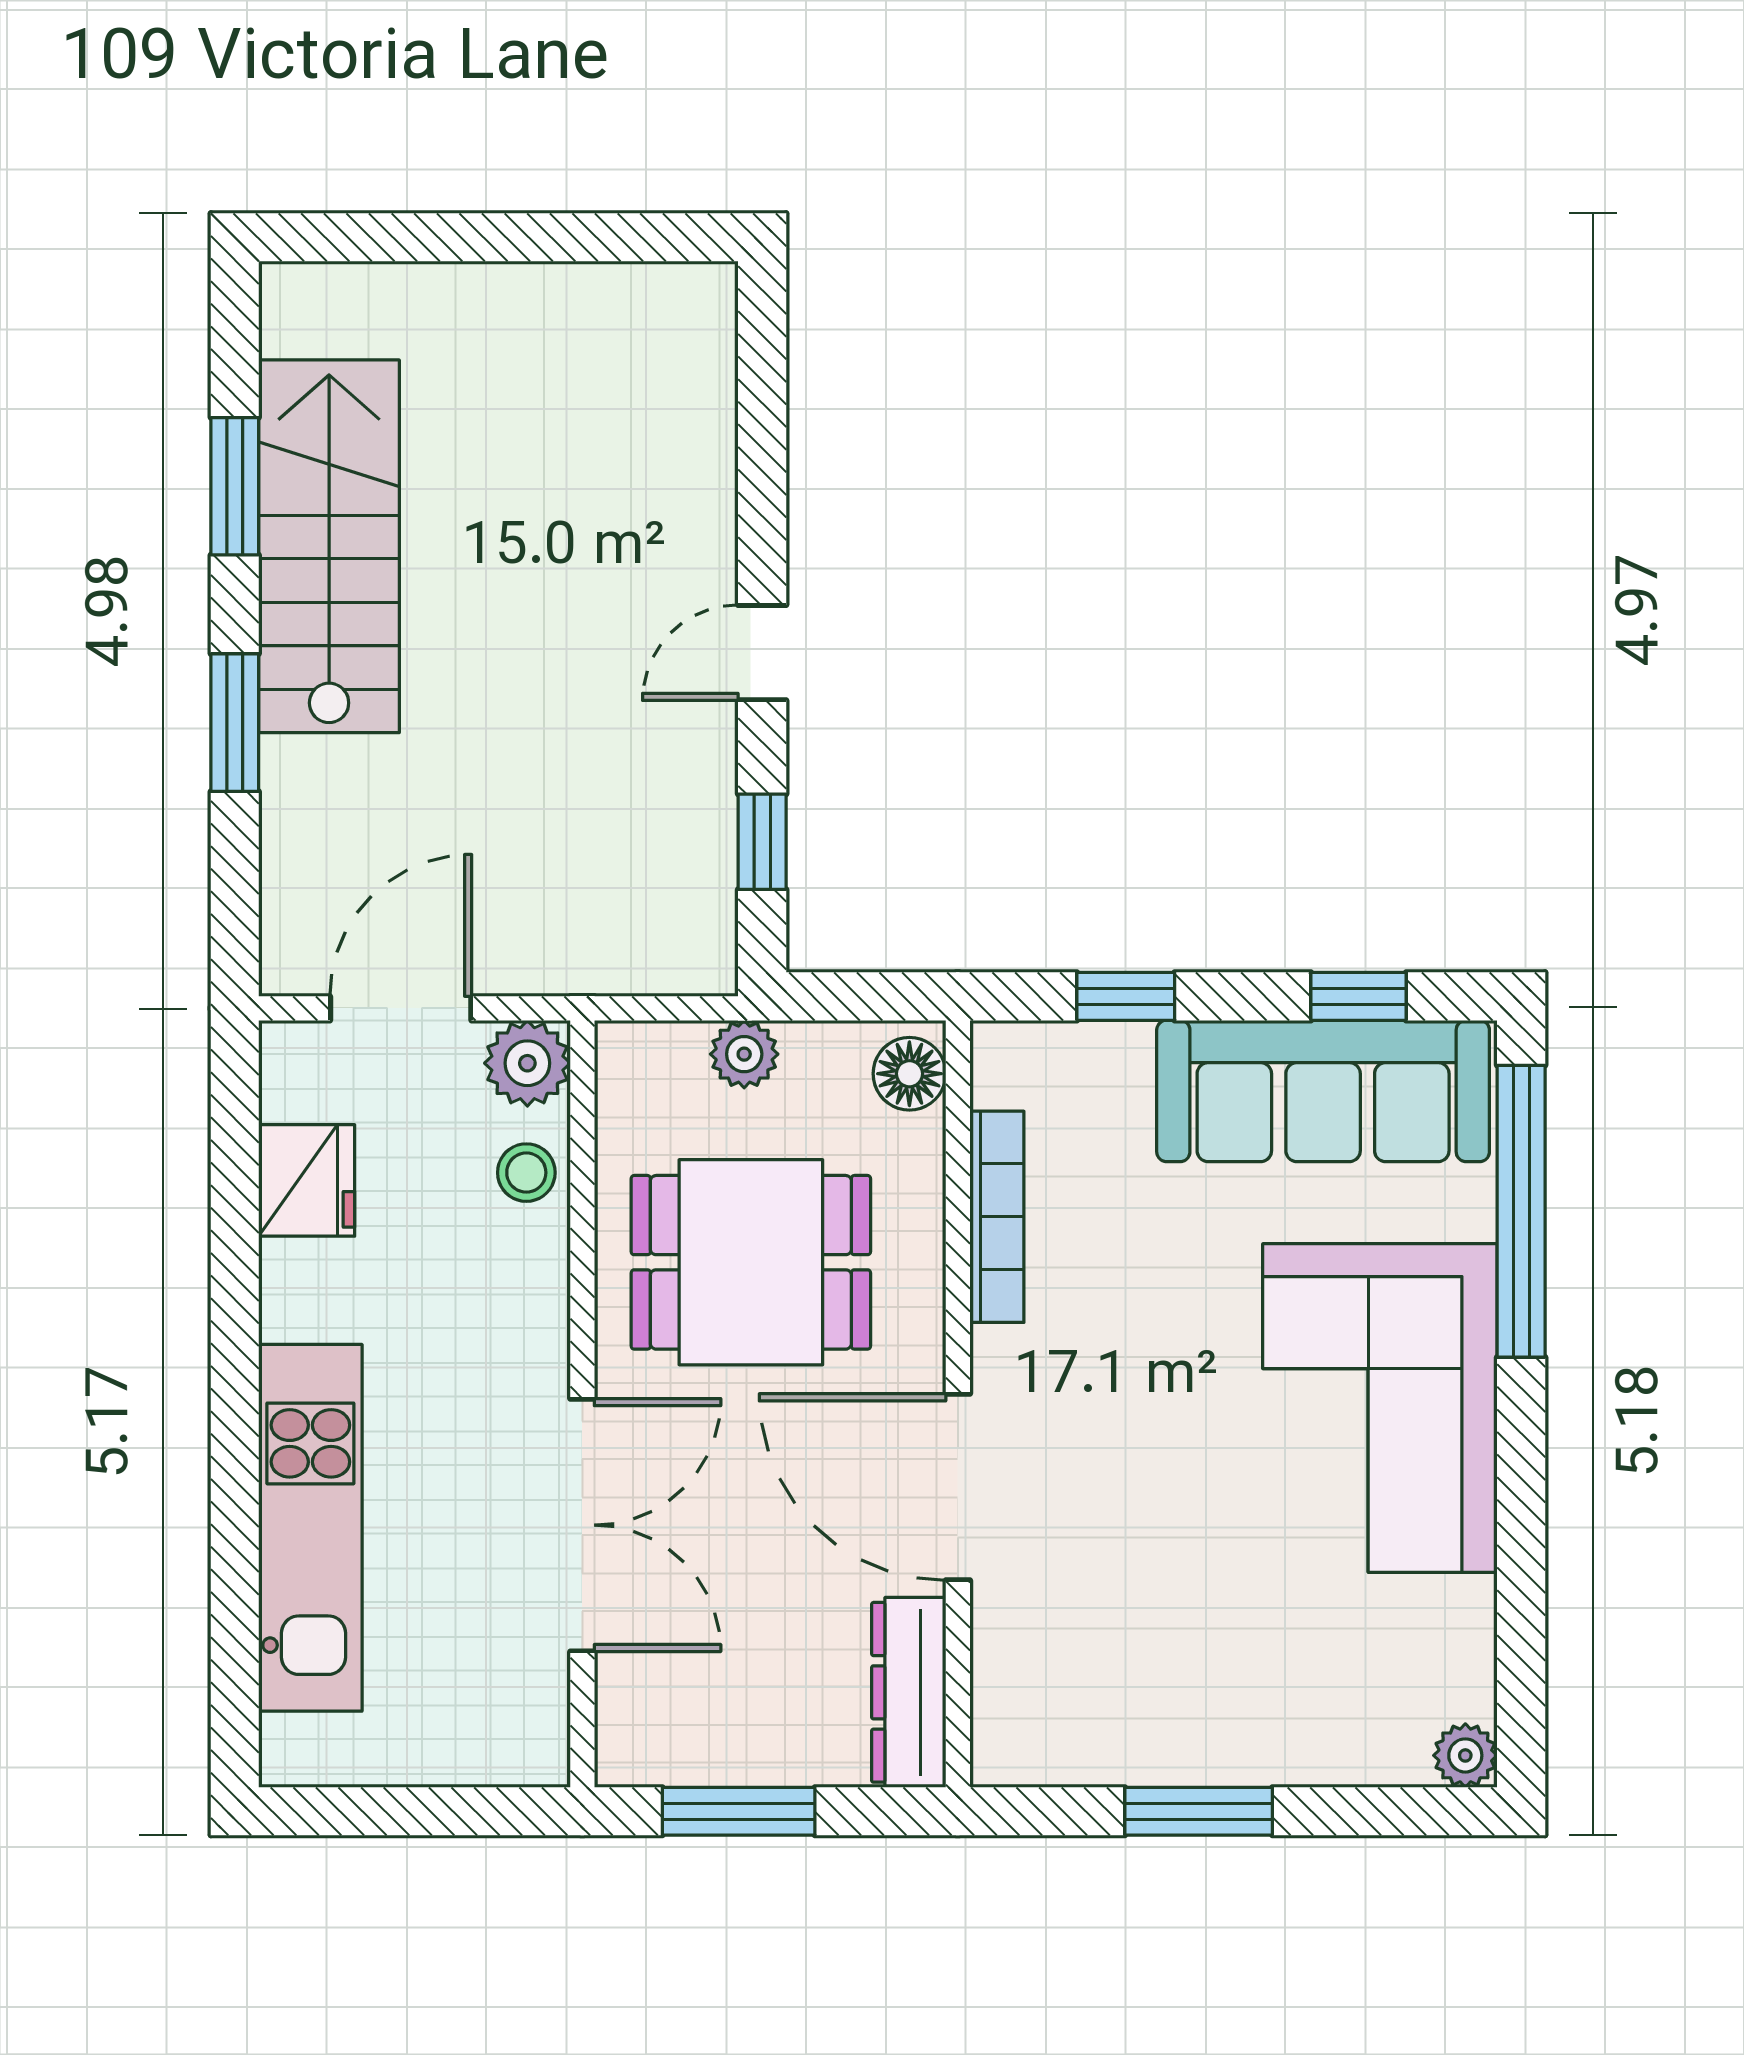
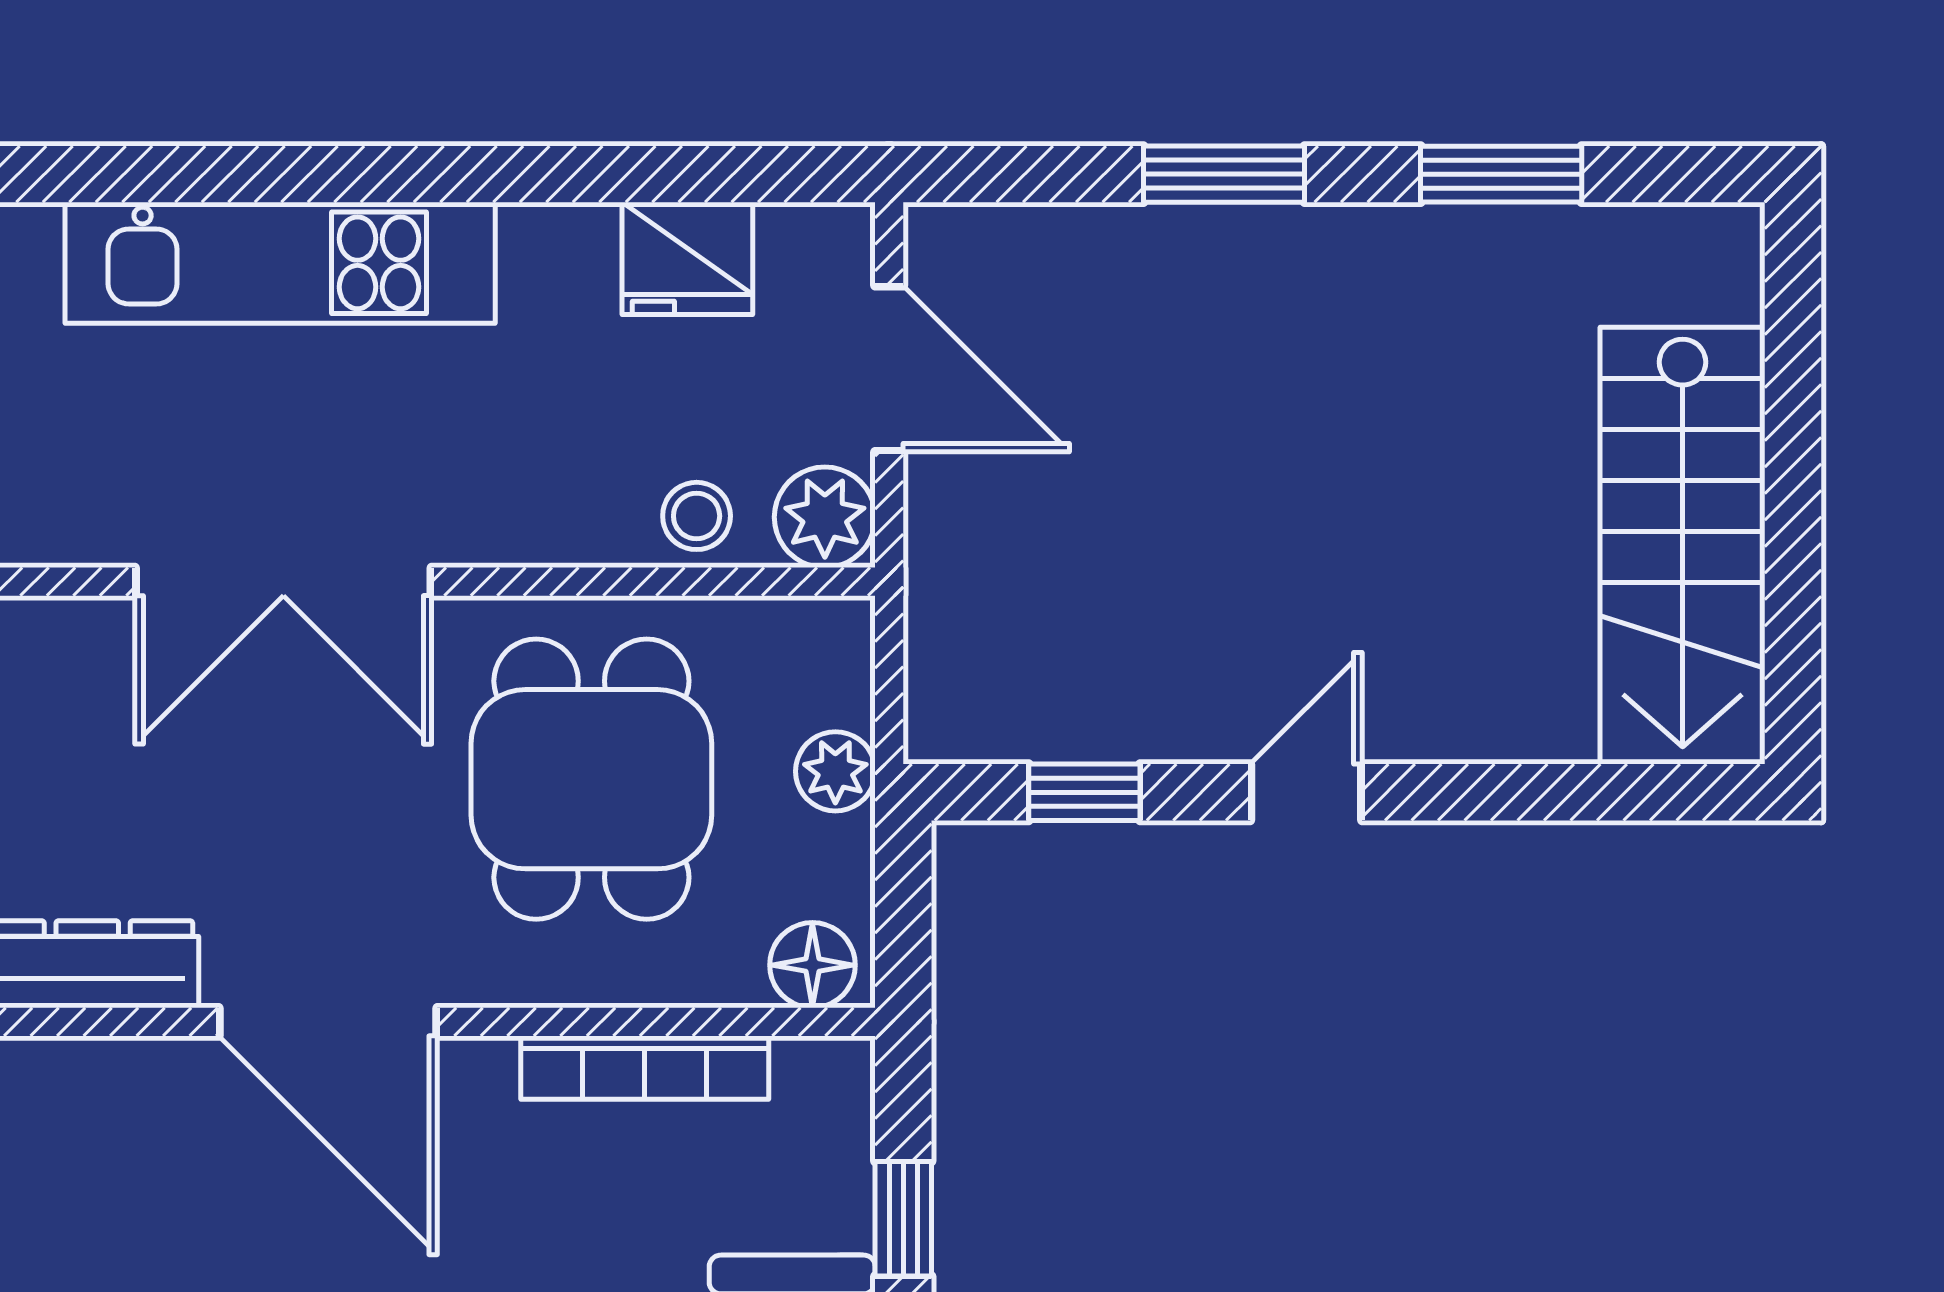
stairs: (329, 546) -> (1683, 546), moved, turned 90
door: (762, 653) -> (1306, 792), hinge flipped
door: (958, 1487) -> (328, 1022), swing flipped

